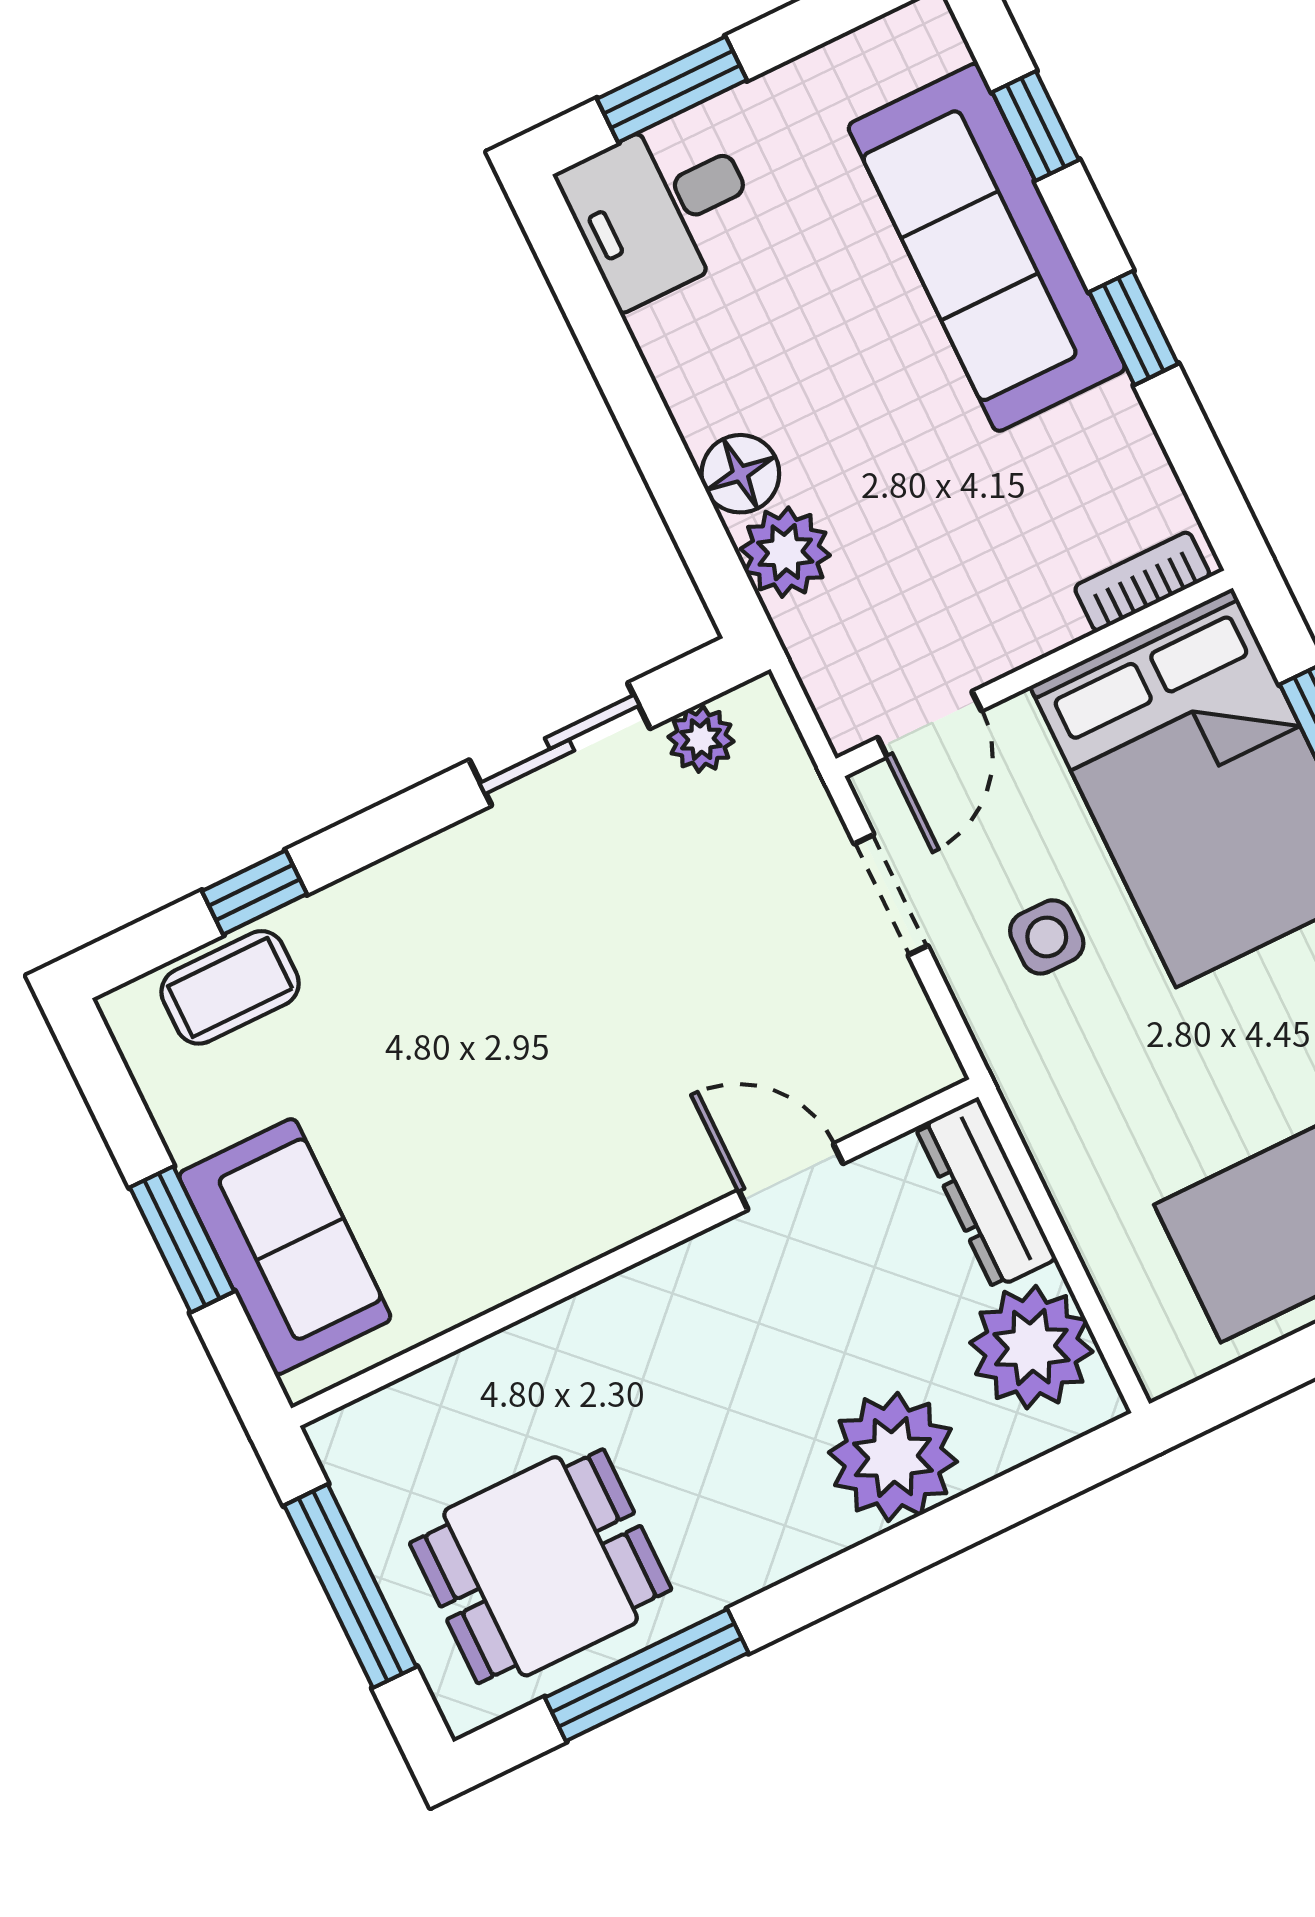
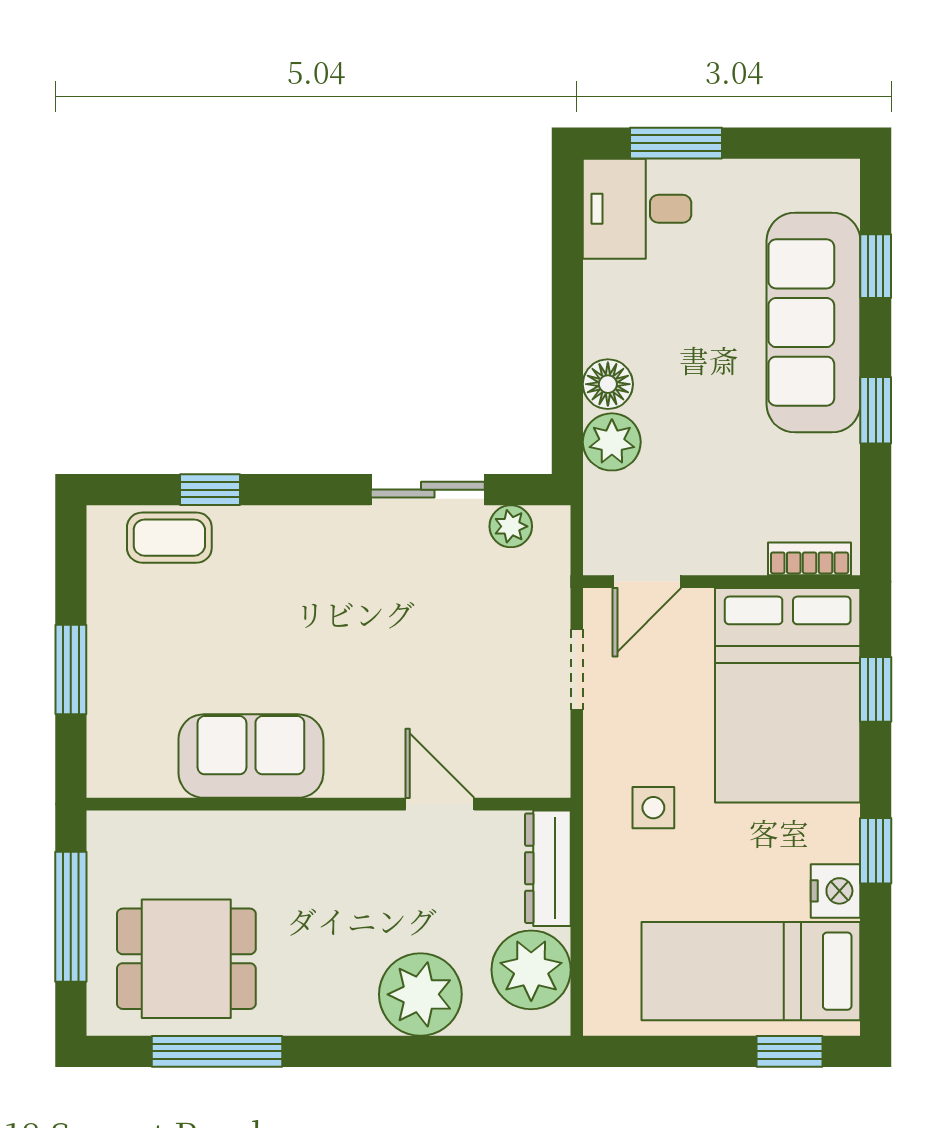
side table: (1047, 937) -> (653, 808), moved
sofa: (285, 1247) -> (251, 756), moved, turned -90

